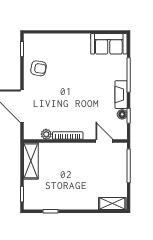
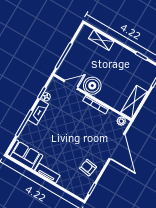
tv unit: (76, 39) -> (47, 173), added
plant: (46, 134) -> (121, 121), moved
door: (104, 141) -> (71, 85), swing flipped
boiler: (82, 153) -> (92, 86), added
shelving: (112, 203) -> (101, 40), moved

